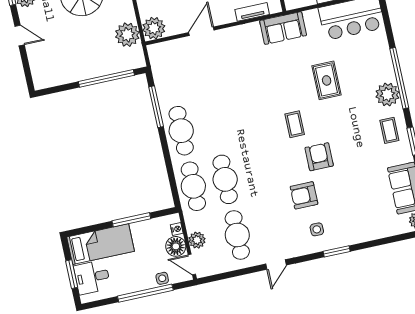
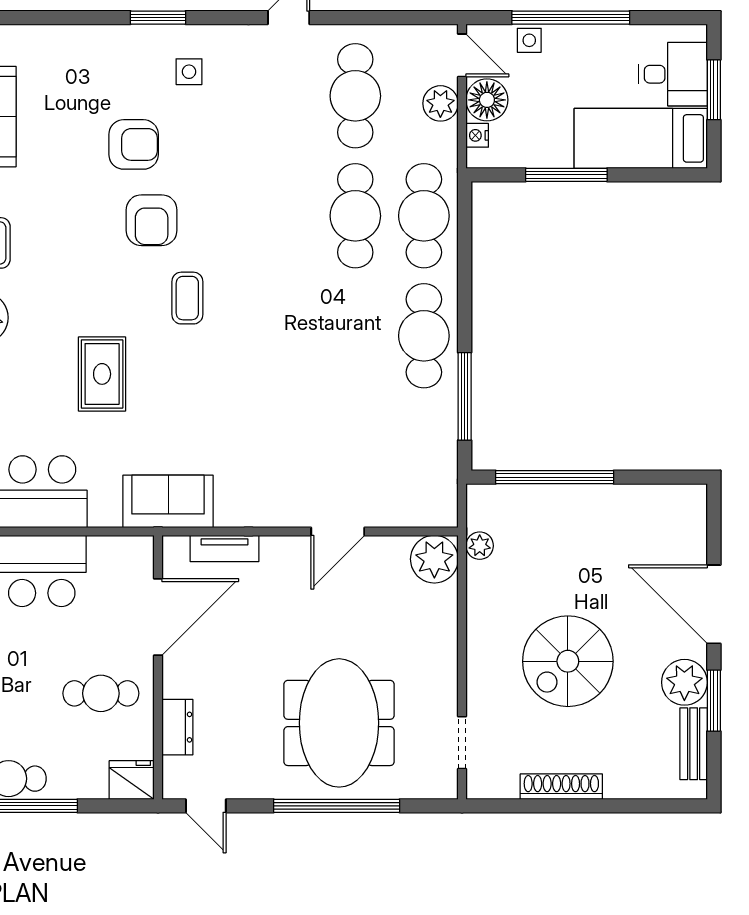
plant: (127, 35) -> (480, 546), width x0.53, depth x0.53
door: (20, 36) -> (714, 604), width x1.87
armchair: (304, 195) -> (134, 144), moved

